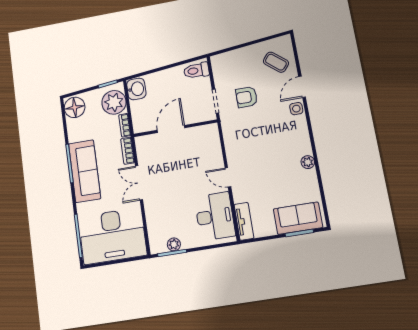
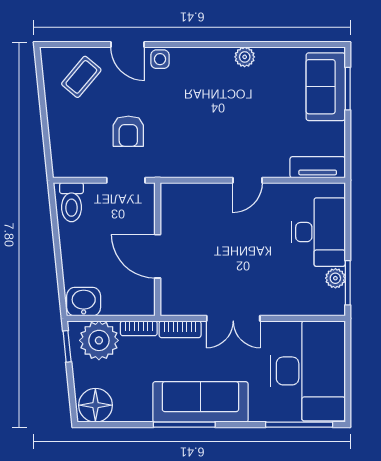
desk: (215, 216) -> (318, 232), moved, turned 90

